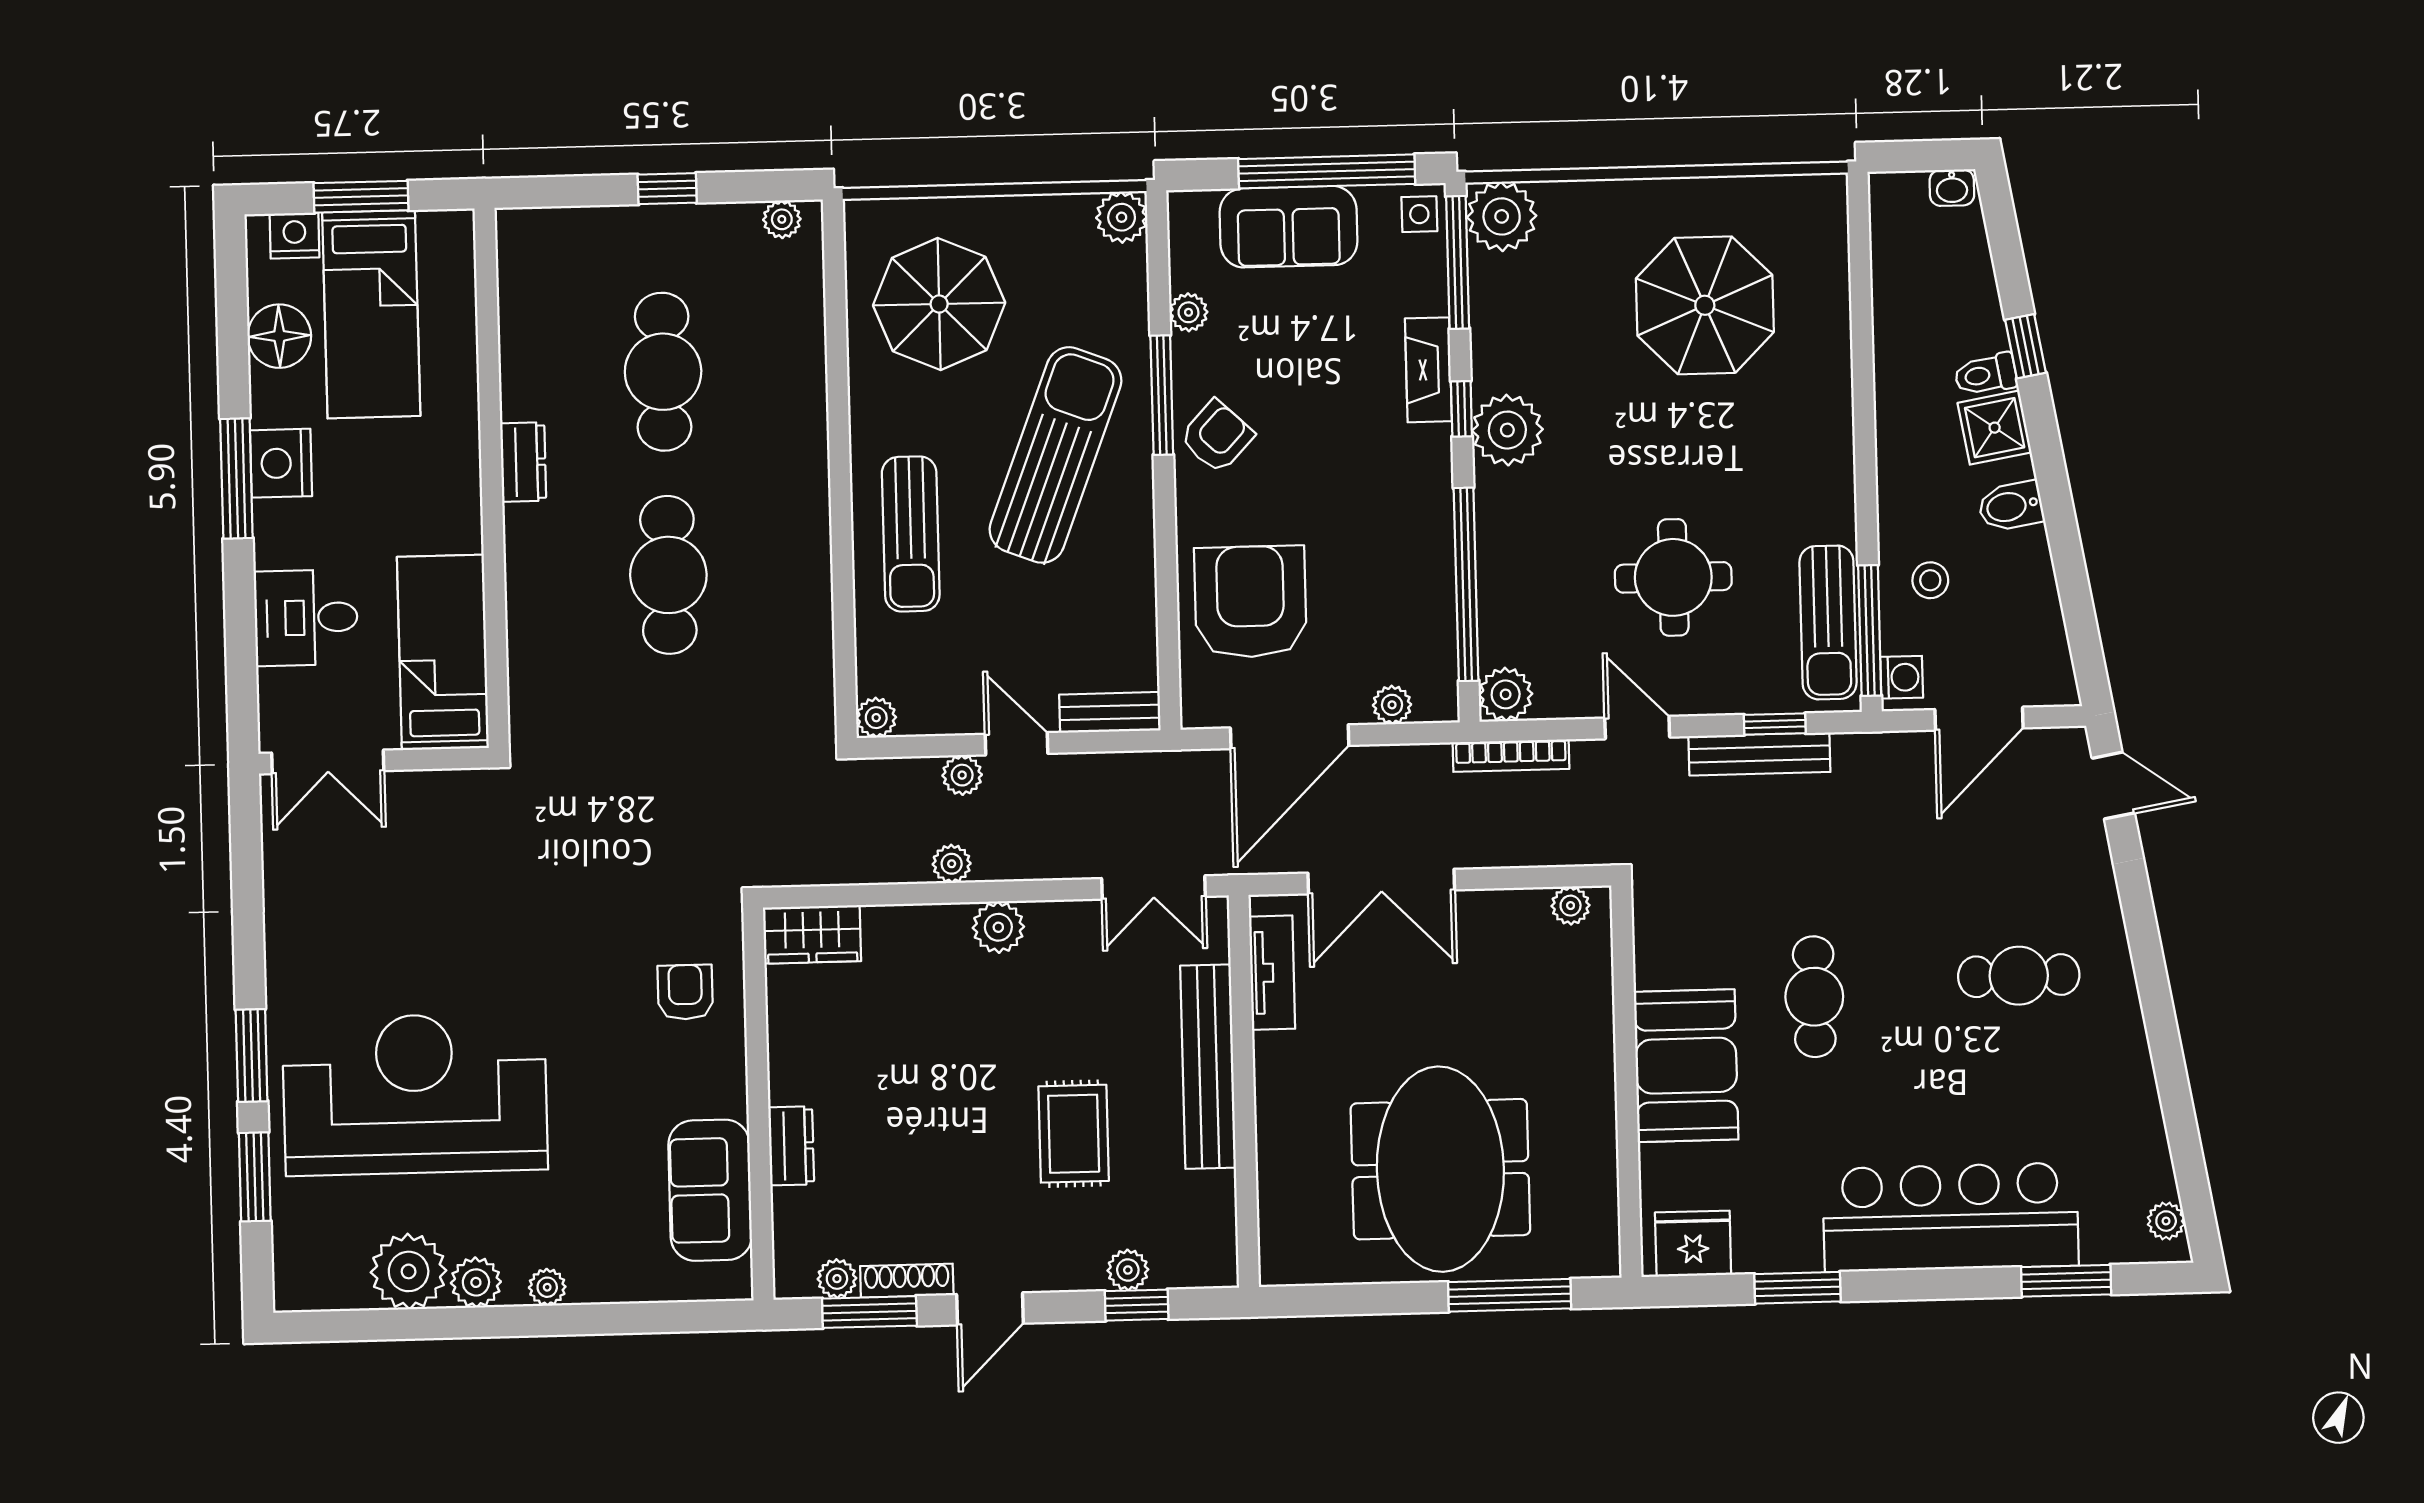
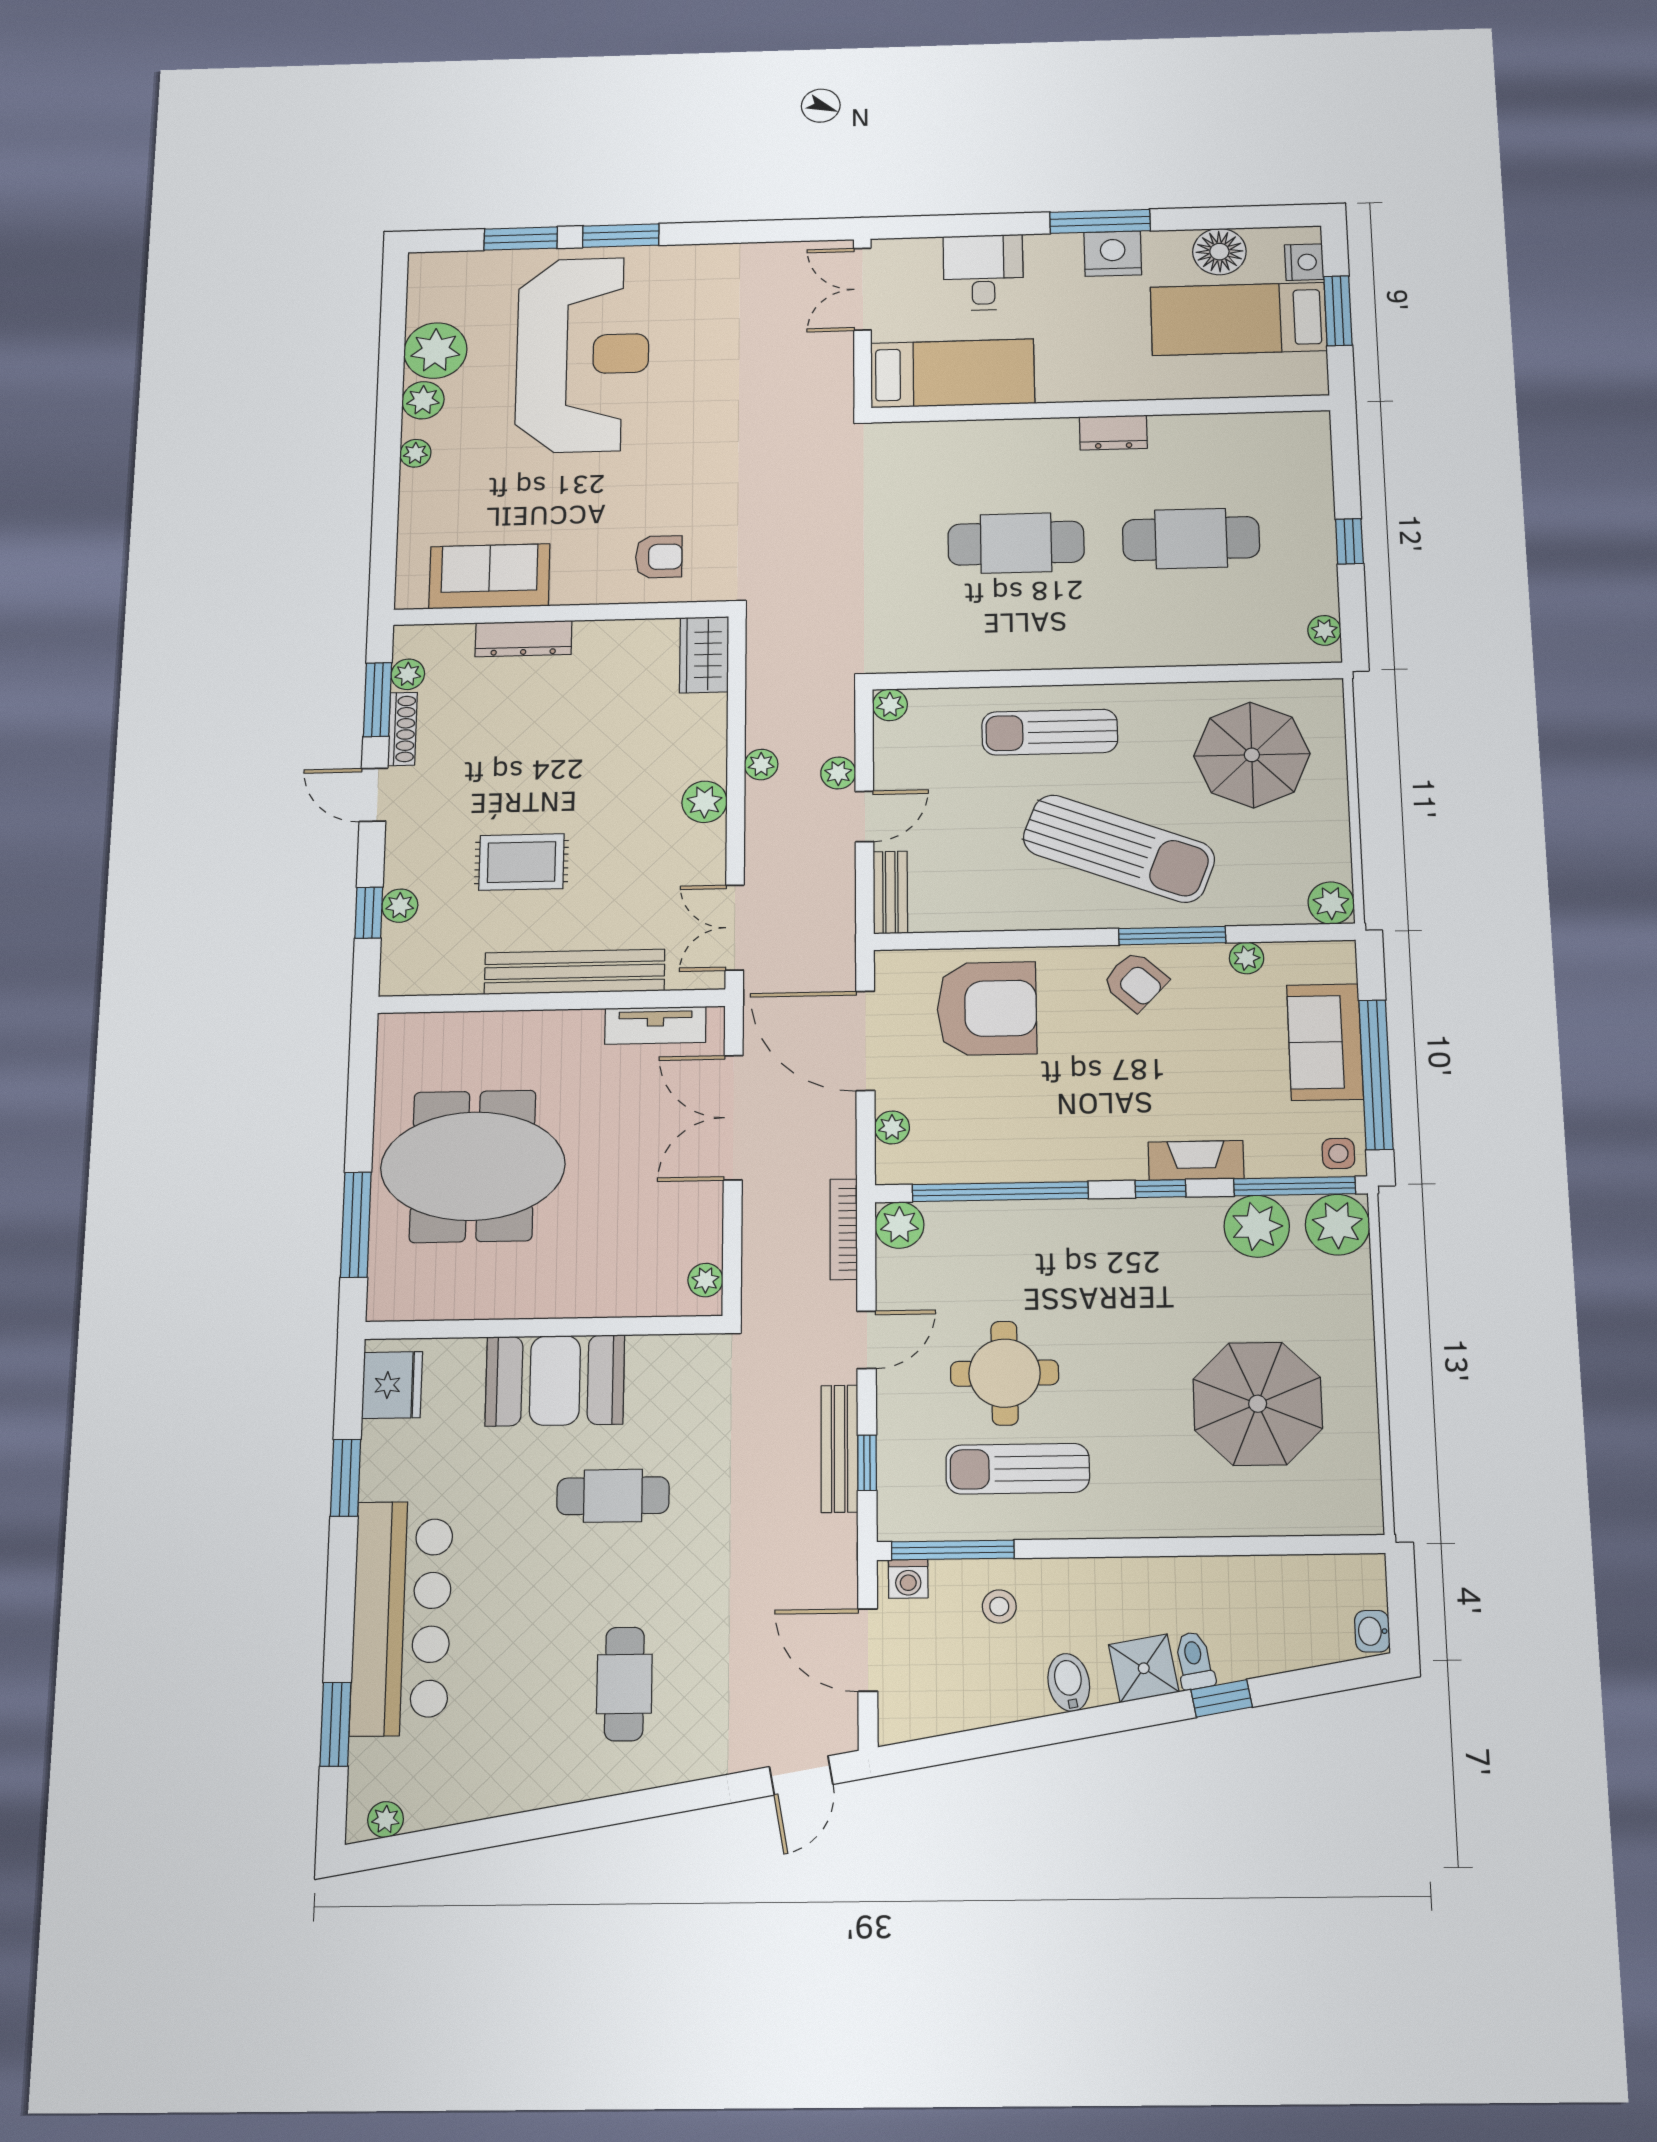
plant: (1507, 430) -> (1257, 1226), moved
sun lounger: (1828, 622) -> (1018, 1469), moved
dresser: (791, 1146) -> (523, 639), width x1.44

